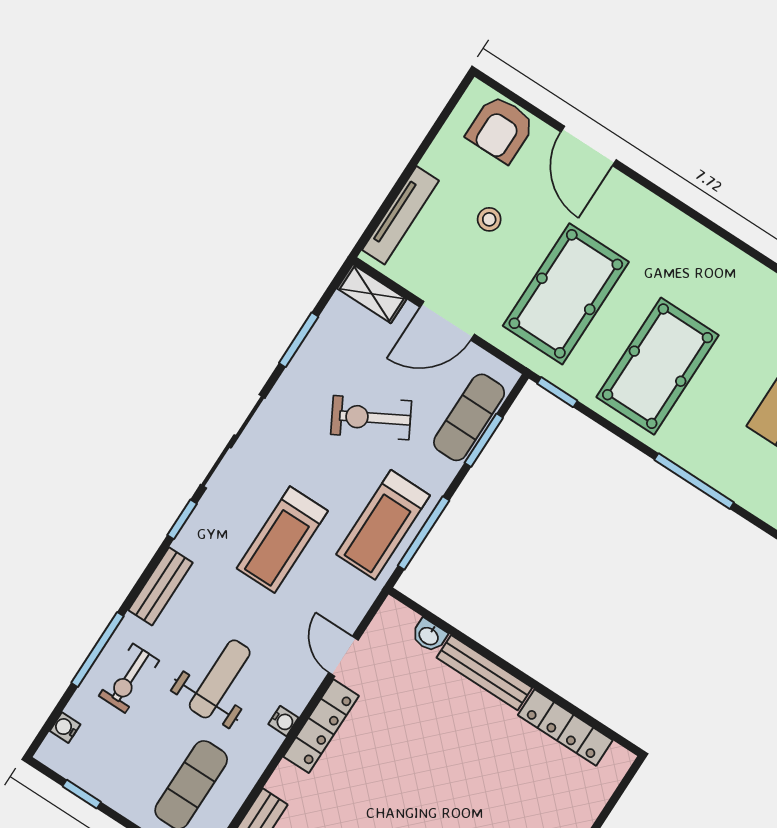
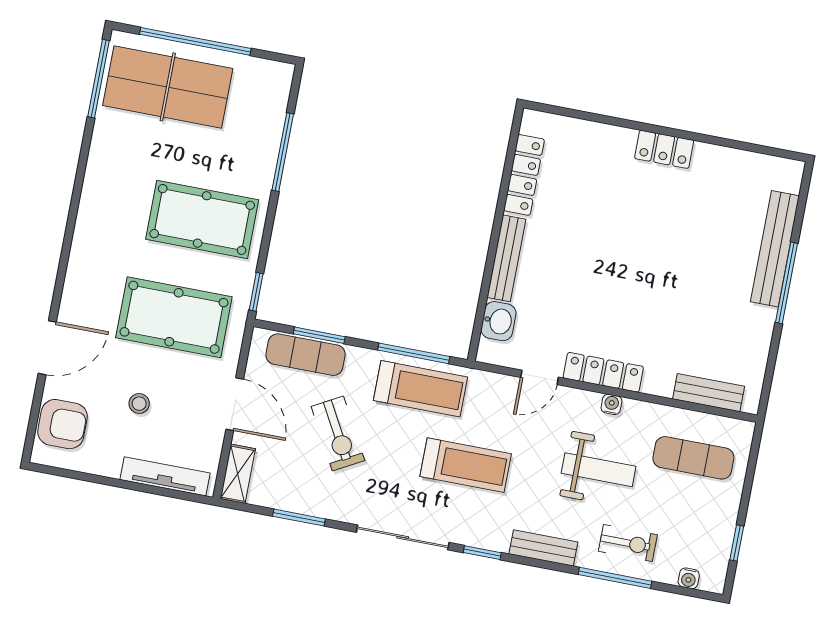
washbasin: (429, 636) -> (498, 321), width x1.38, depth x1.45
weight bench: (220, 679) -> (599, 470), turned 180

